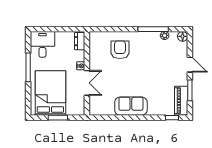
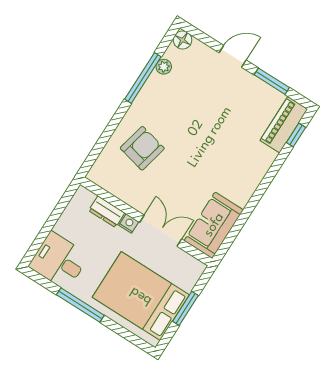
dresser: (80, 41) -> (107, 212), moved
armchair: (120, 50) -> (142, 148), turned 103
piano: (181, 101) -> (284, 125), moved, turned 90
sofa: (131, 106) -> (214, 225), moved

